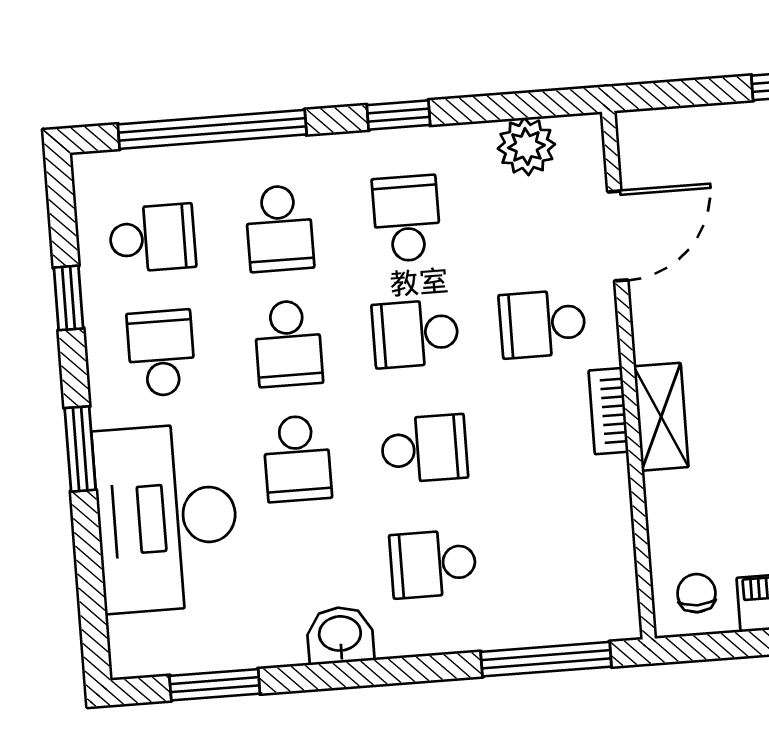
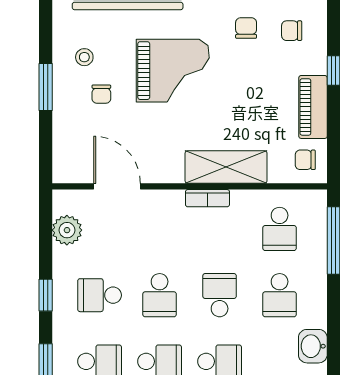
school desk: (542, 324) -> (280, 229), moved
shelving: (661, 417) -> (226, 167), width x1.50, depth x1.33

